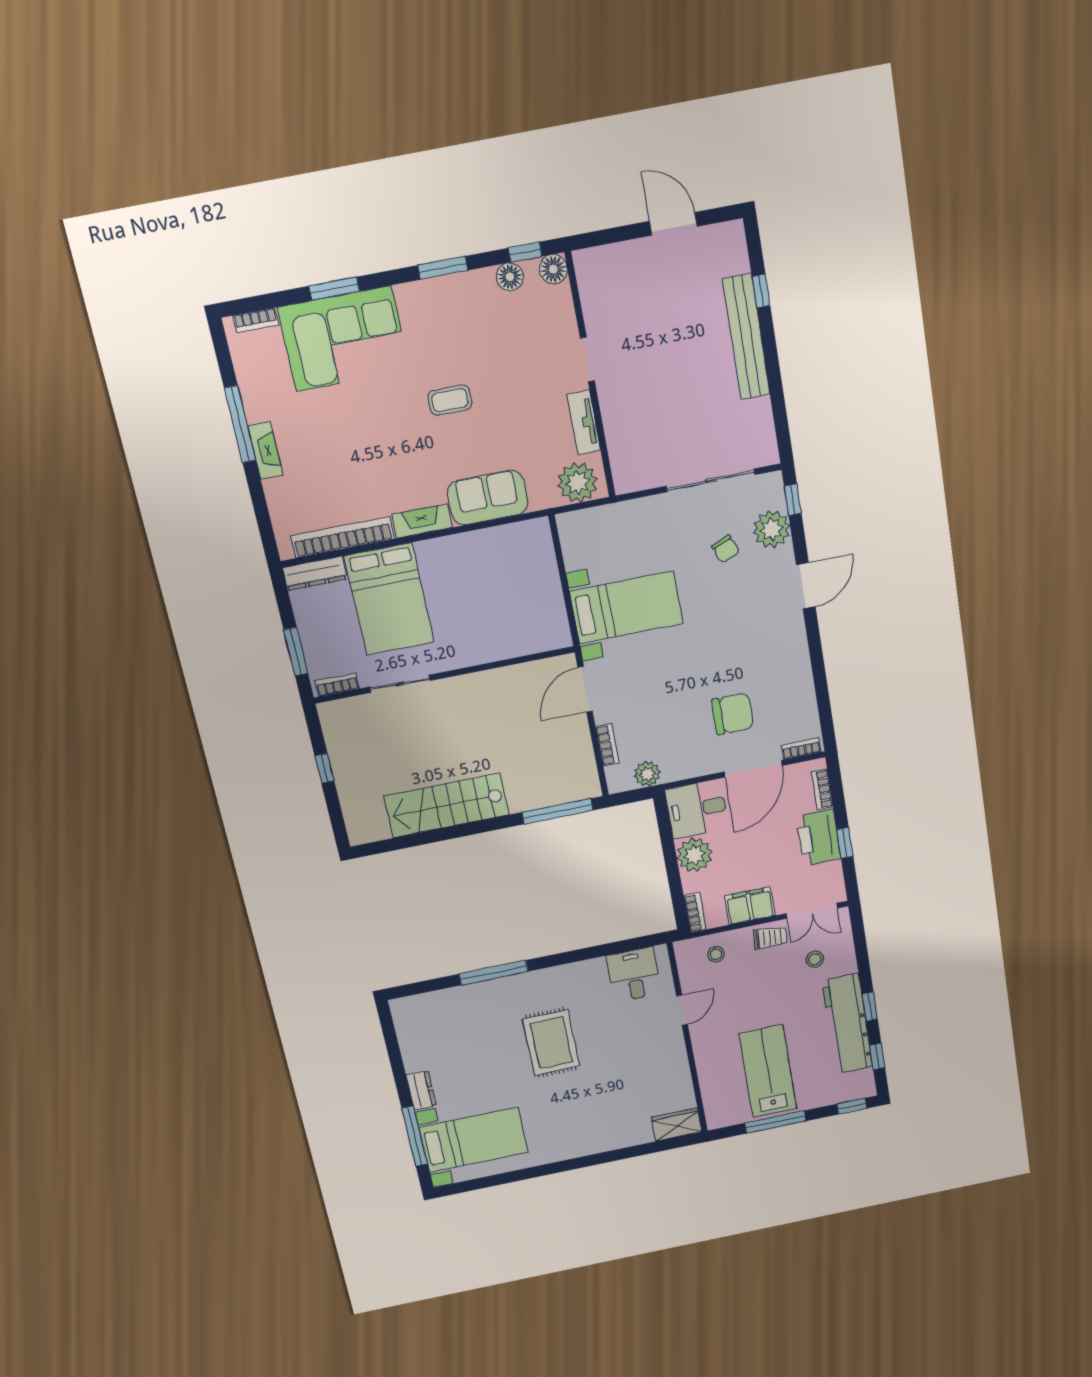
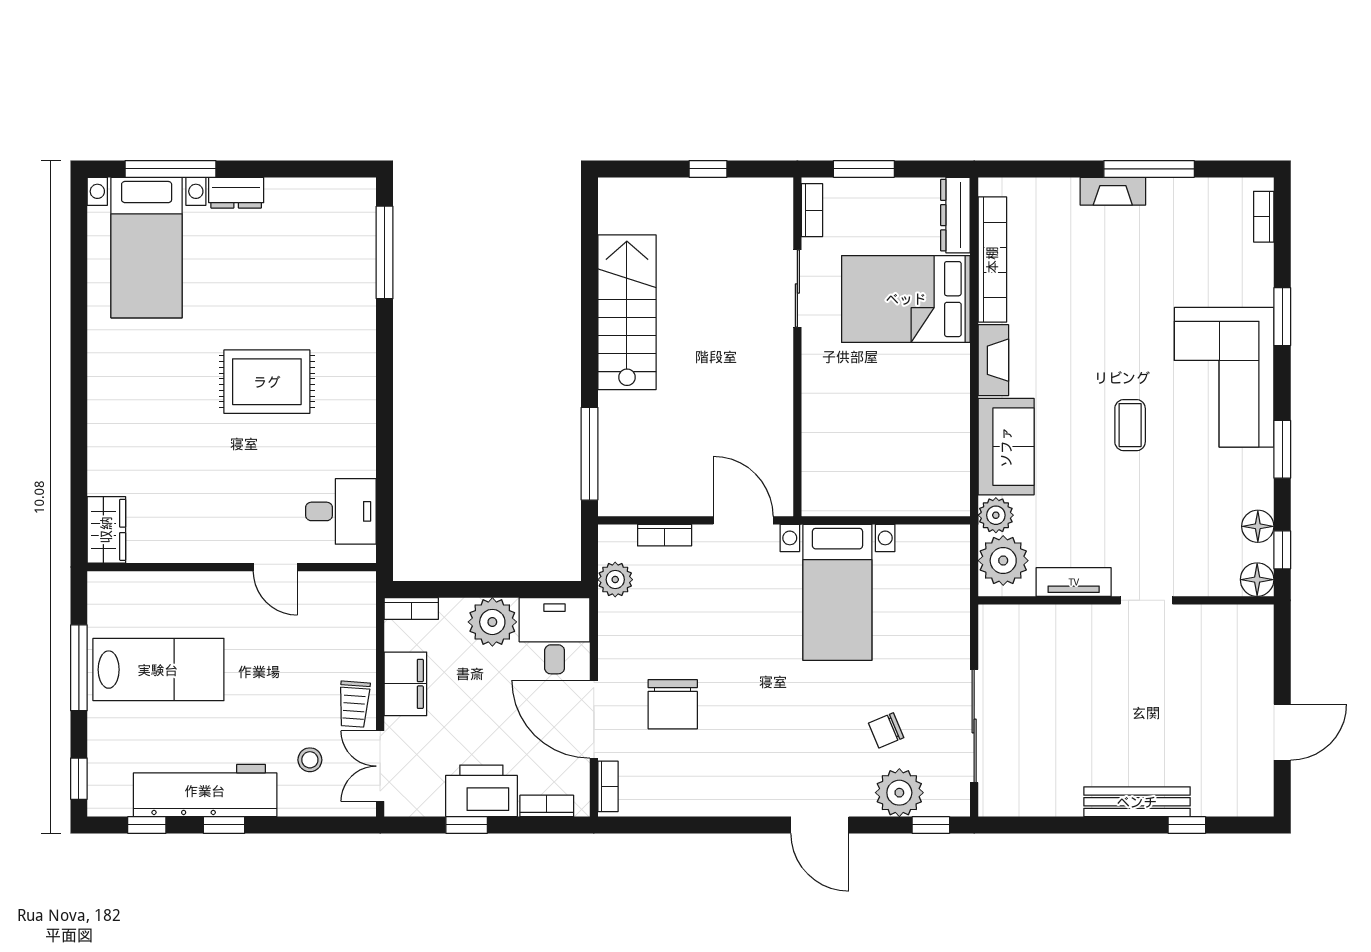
bench: (746, 337) -> (1137, 802), width x0.73, depth x0.82
corner sofa: (344, 339) -> (1224, 377), moved
plant: (543, 495) -> (996, 515), added
stool: (716, 954) -> (346, 627), removed
window: (494, 973) -> (385, 252), moved

